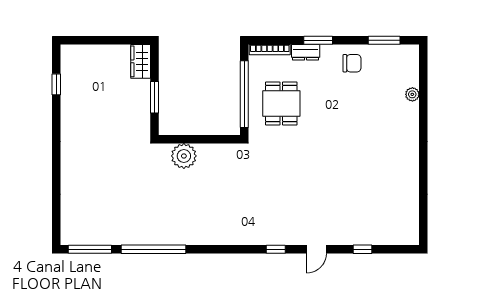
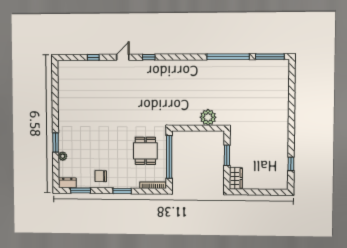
dresser: (306, 52) -> (67, 183), moved
window: (423, 116) -> (56, 142), added

